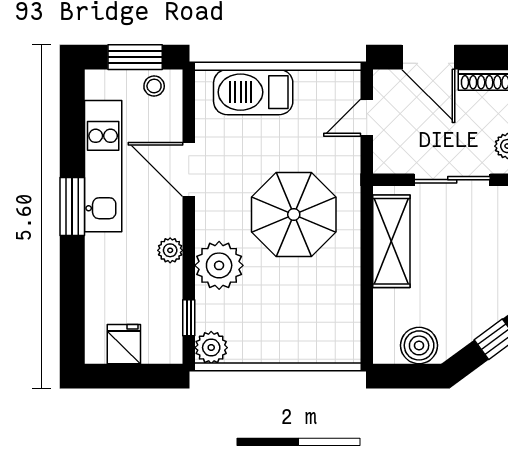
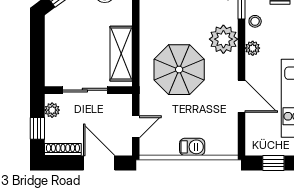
window: (135, 57) -> (273, 163), width x0.67
stool: (154, 86) -> (255, 21), moved
barbecue: (253, 92) -> (192, 147), width x0.53, depth x0.65

